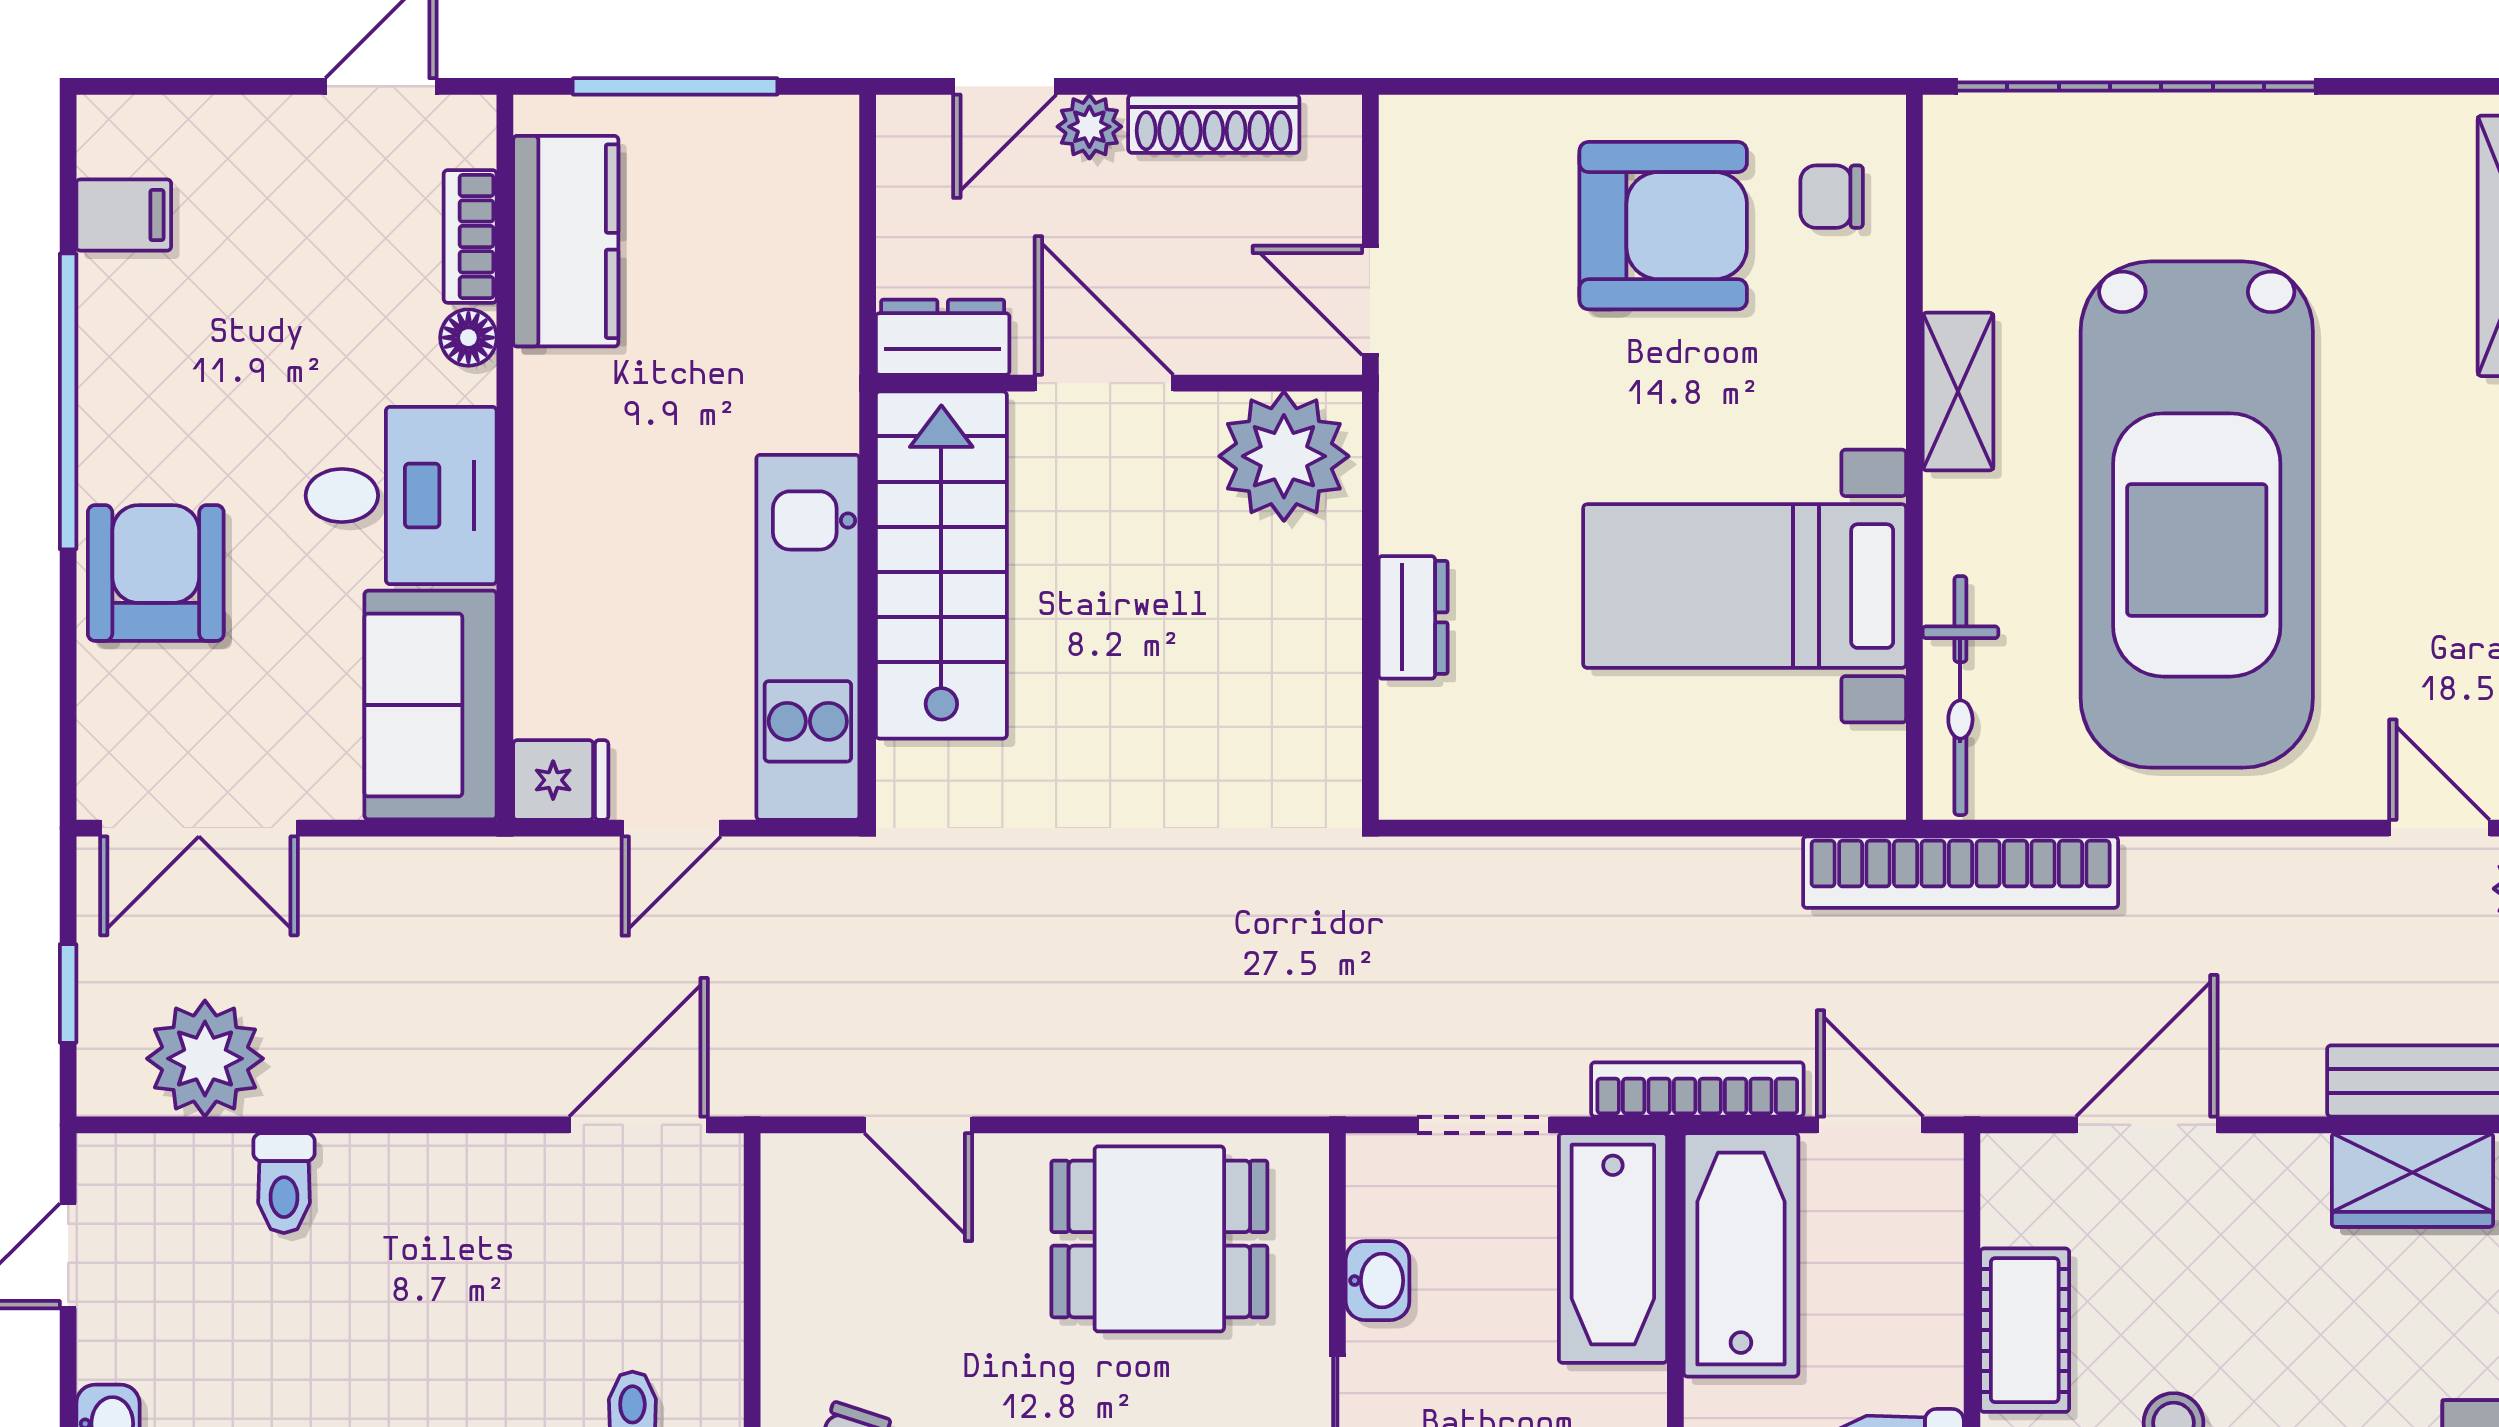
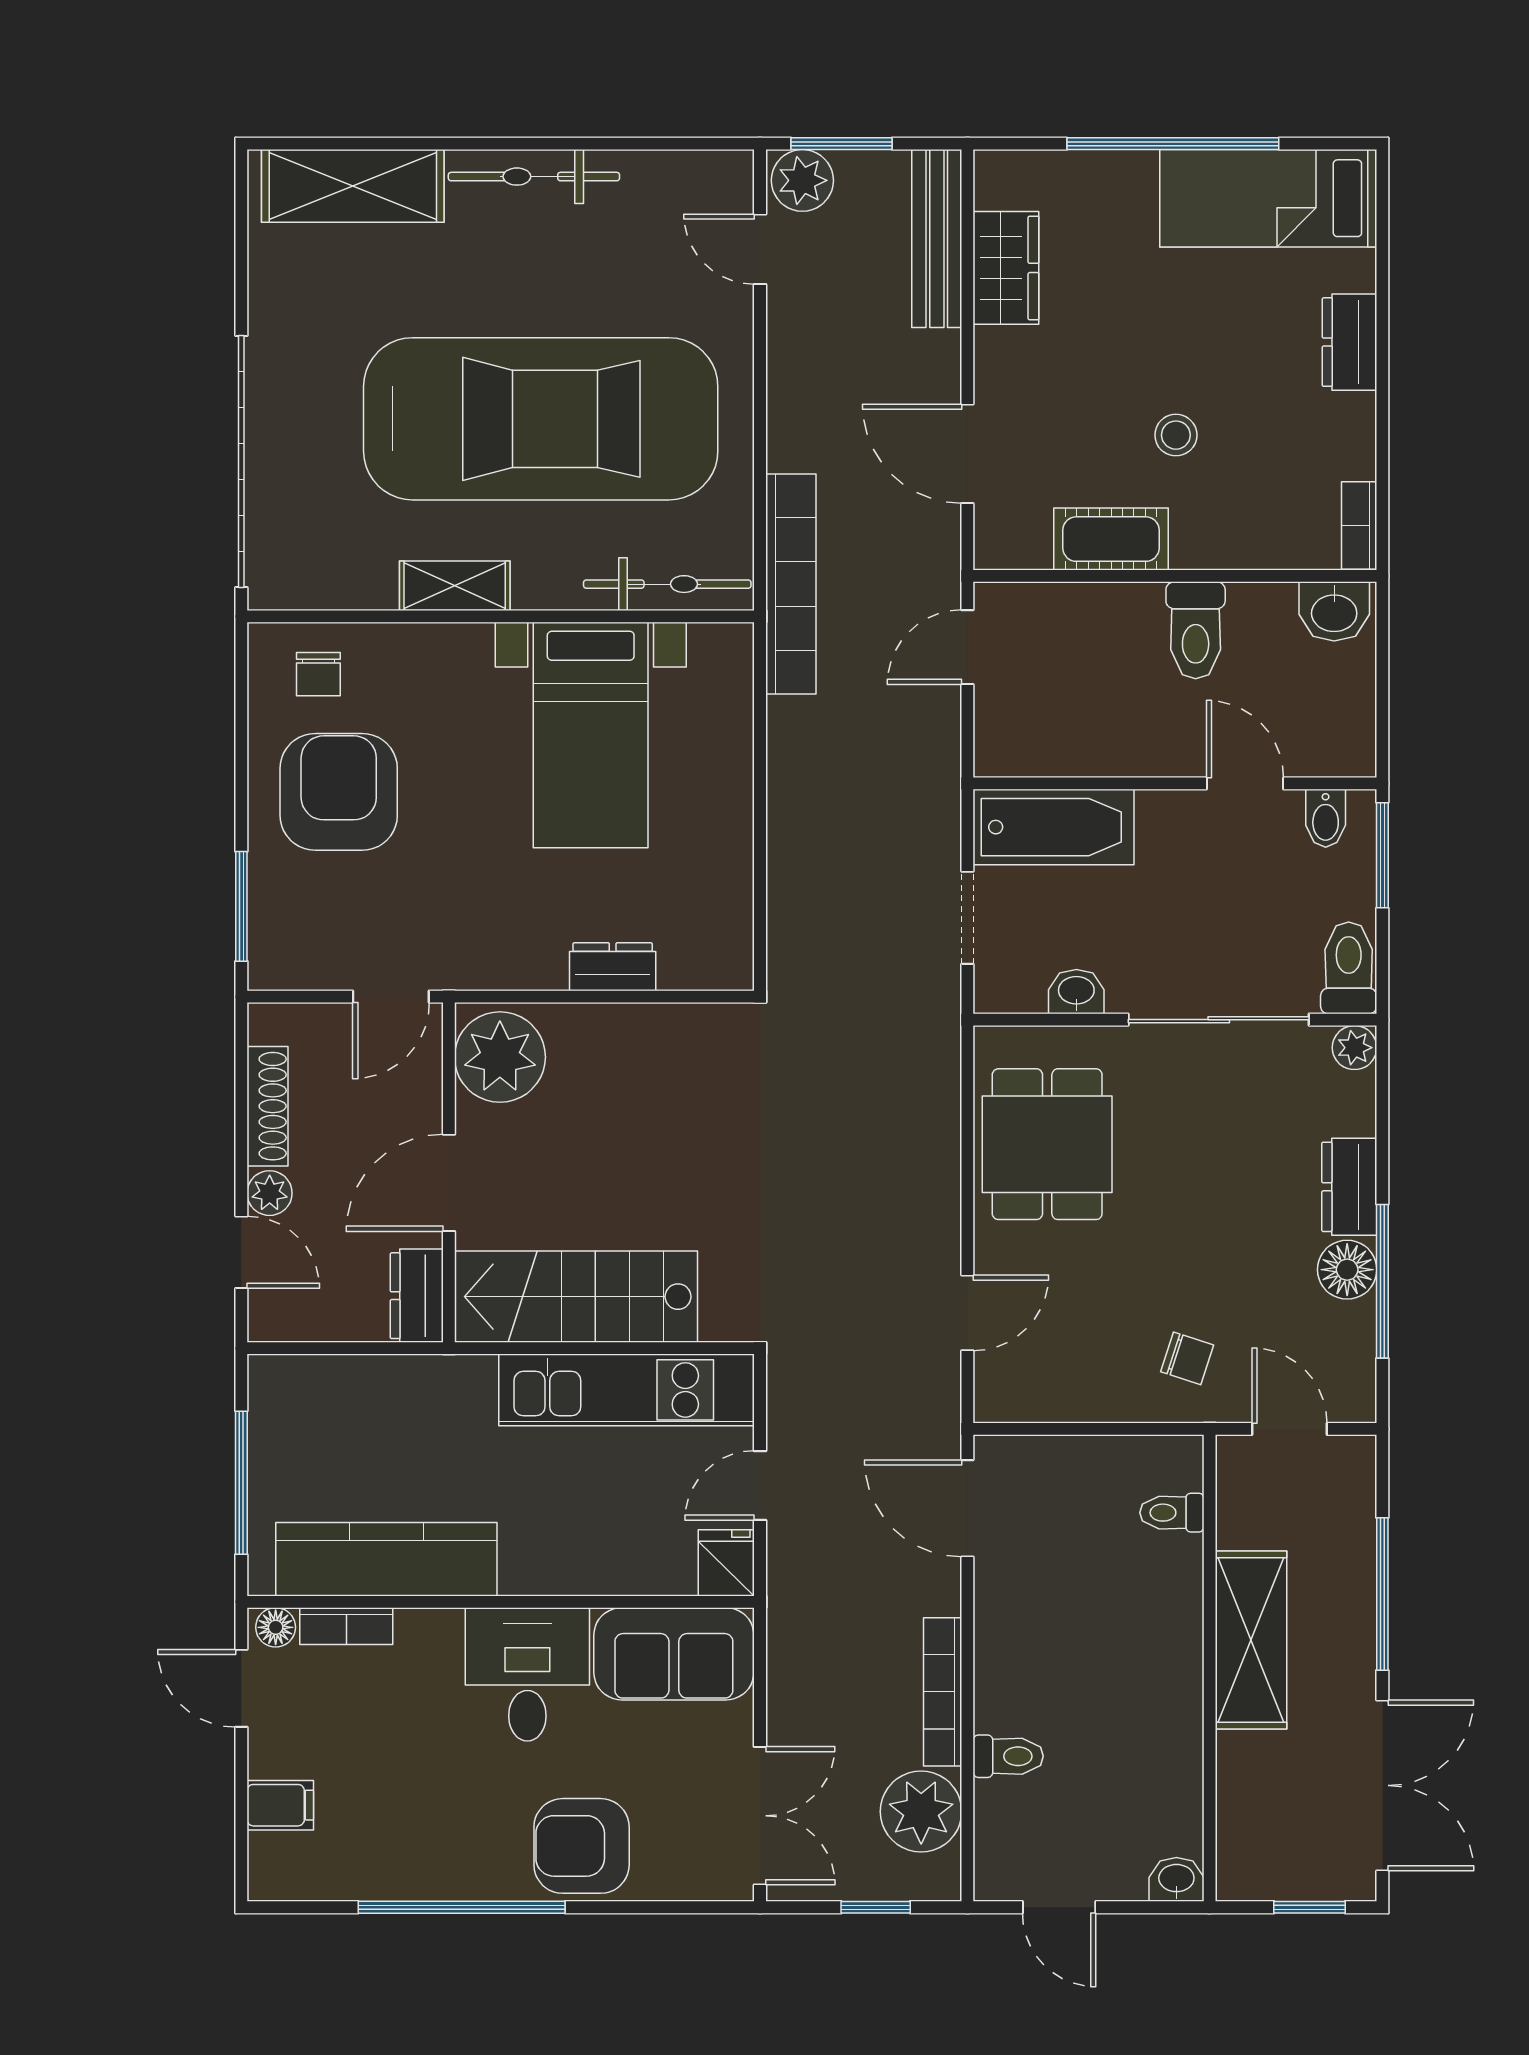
window: (1499, 86) -> (241, 906), added
filing cabinet: (124, 215) -> (280, 1805), moved, turned 90
kitchen counter: (566, 241) -> (386, 1559), width x1.50
floor lamp: (468, 338) -> (276, 1627), moved
door: (671, 828) -> (760, 1485), swing flipped
door: (2439, 828) -> (760, 249), hinge flipped
bookcase: (1697, 1089) -> (943, 1692), moved
bathtub: (1741, 1255) -> (1058, 738), removed

